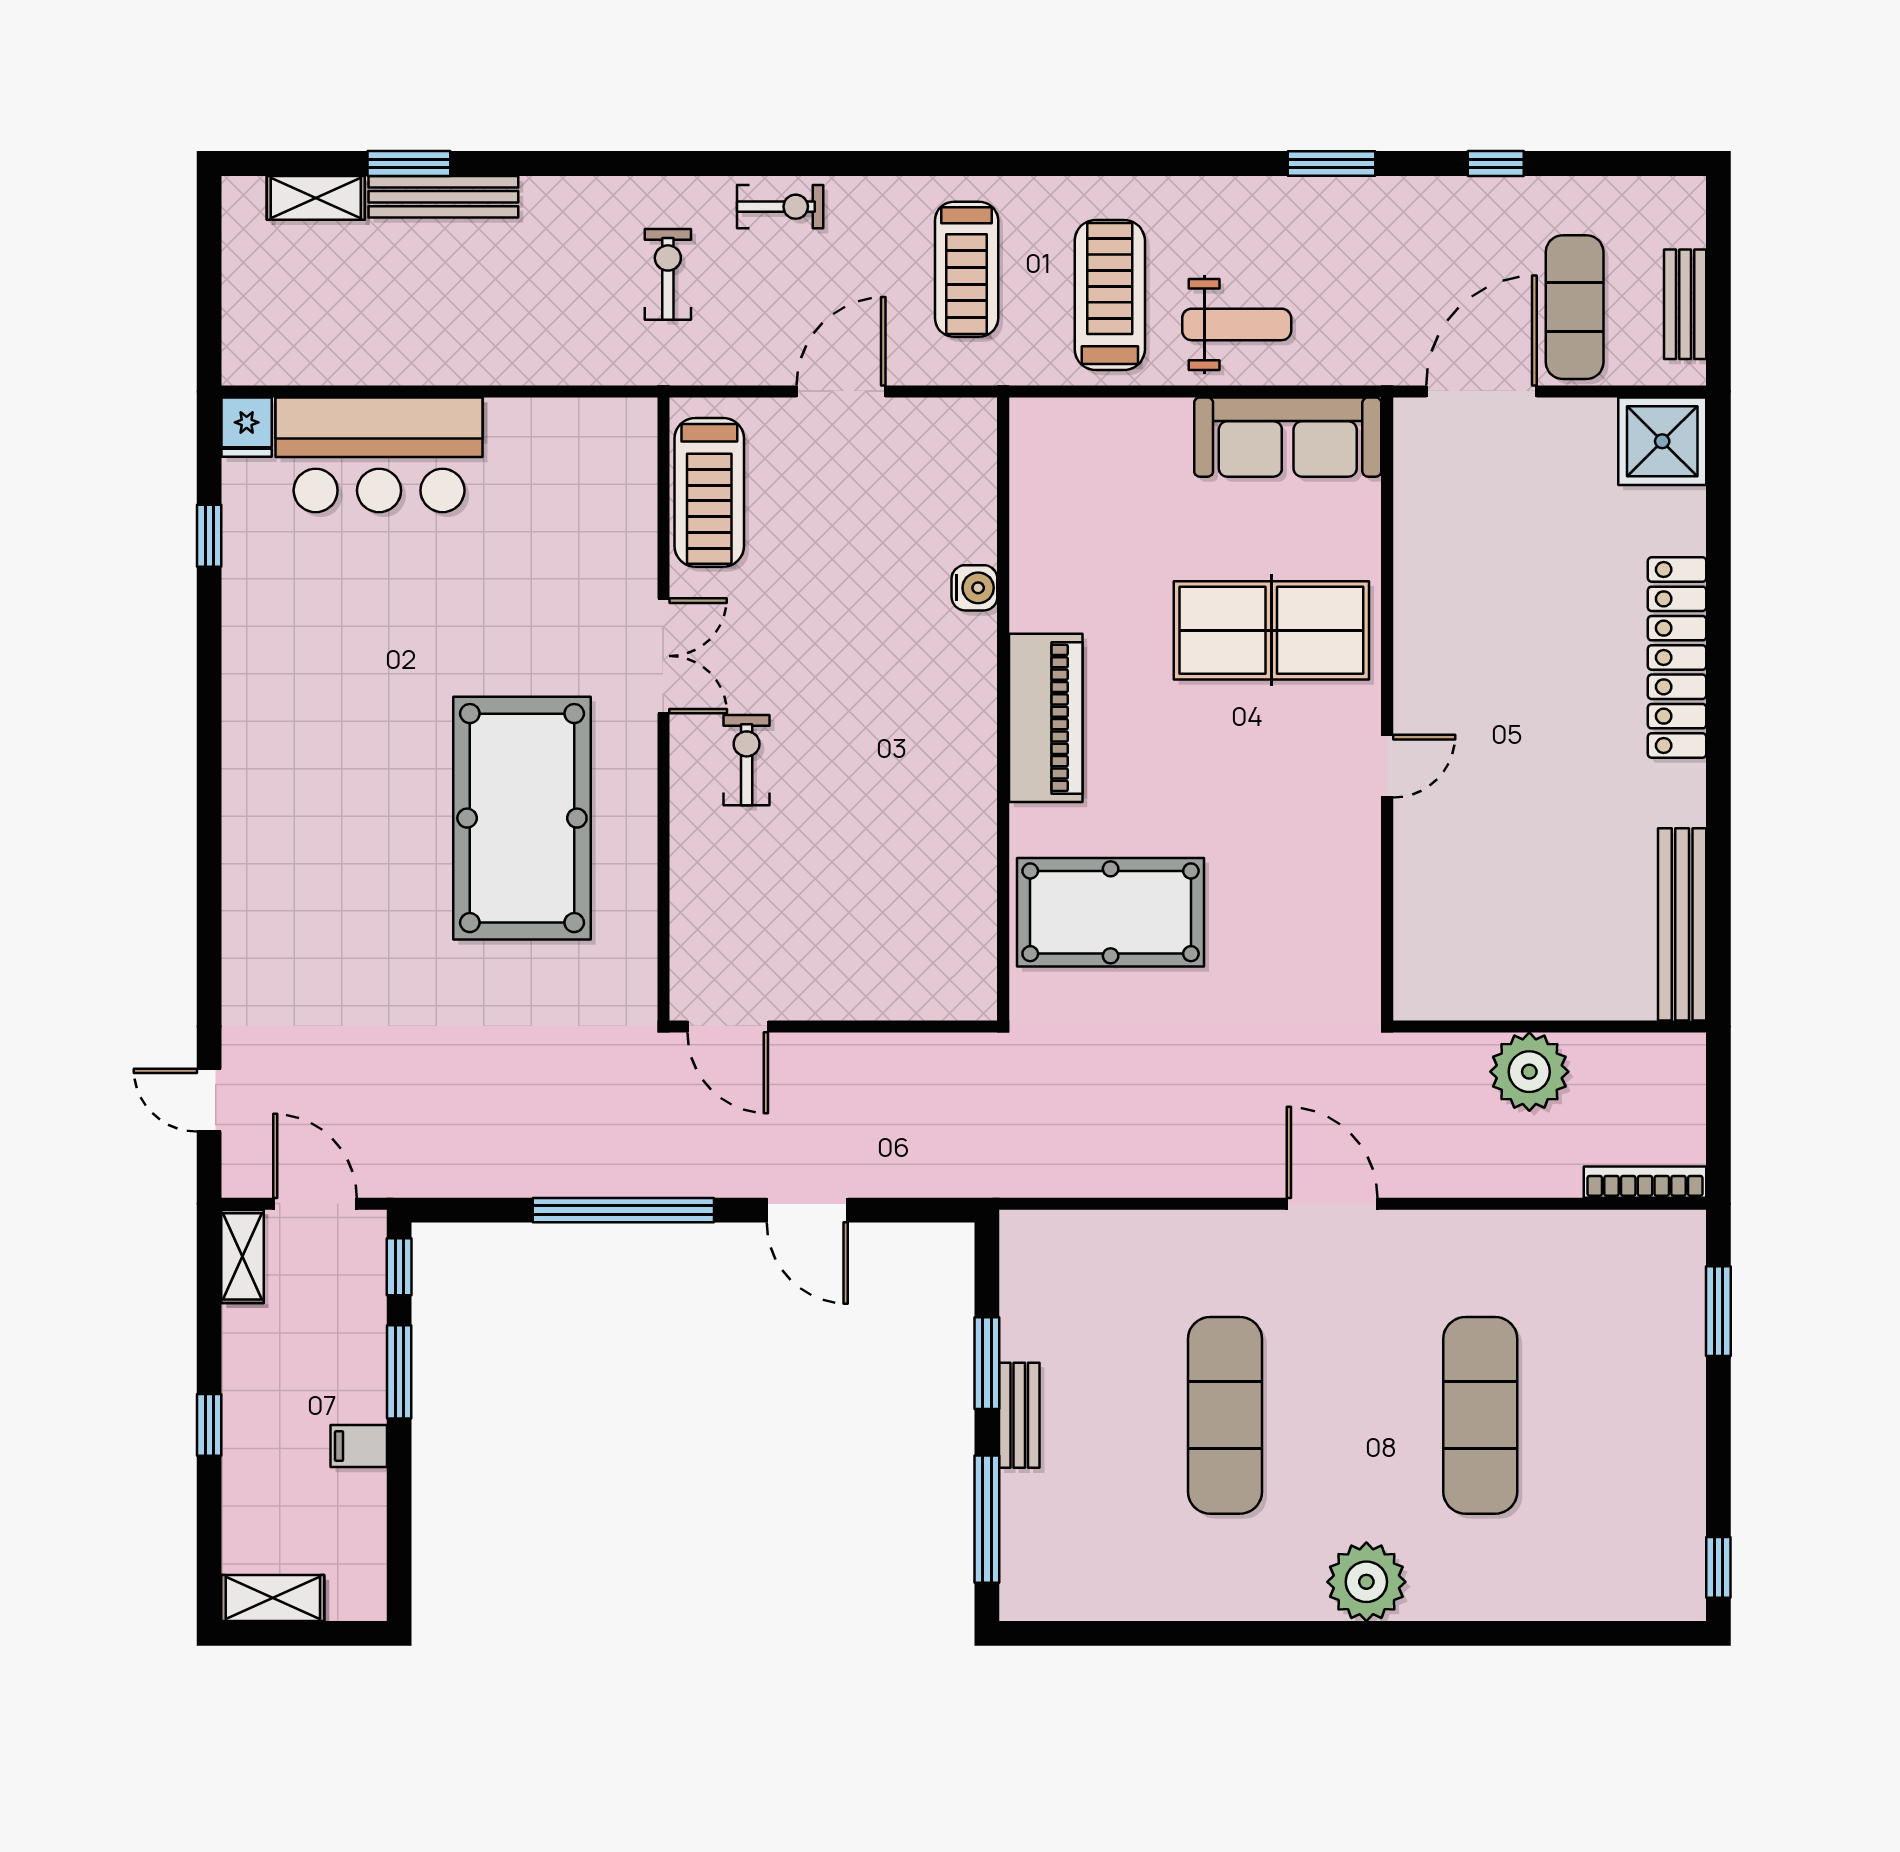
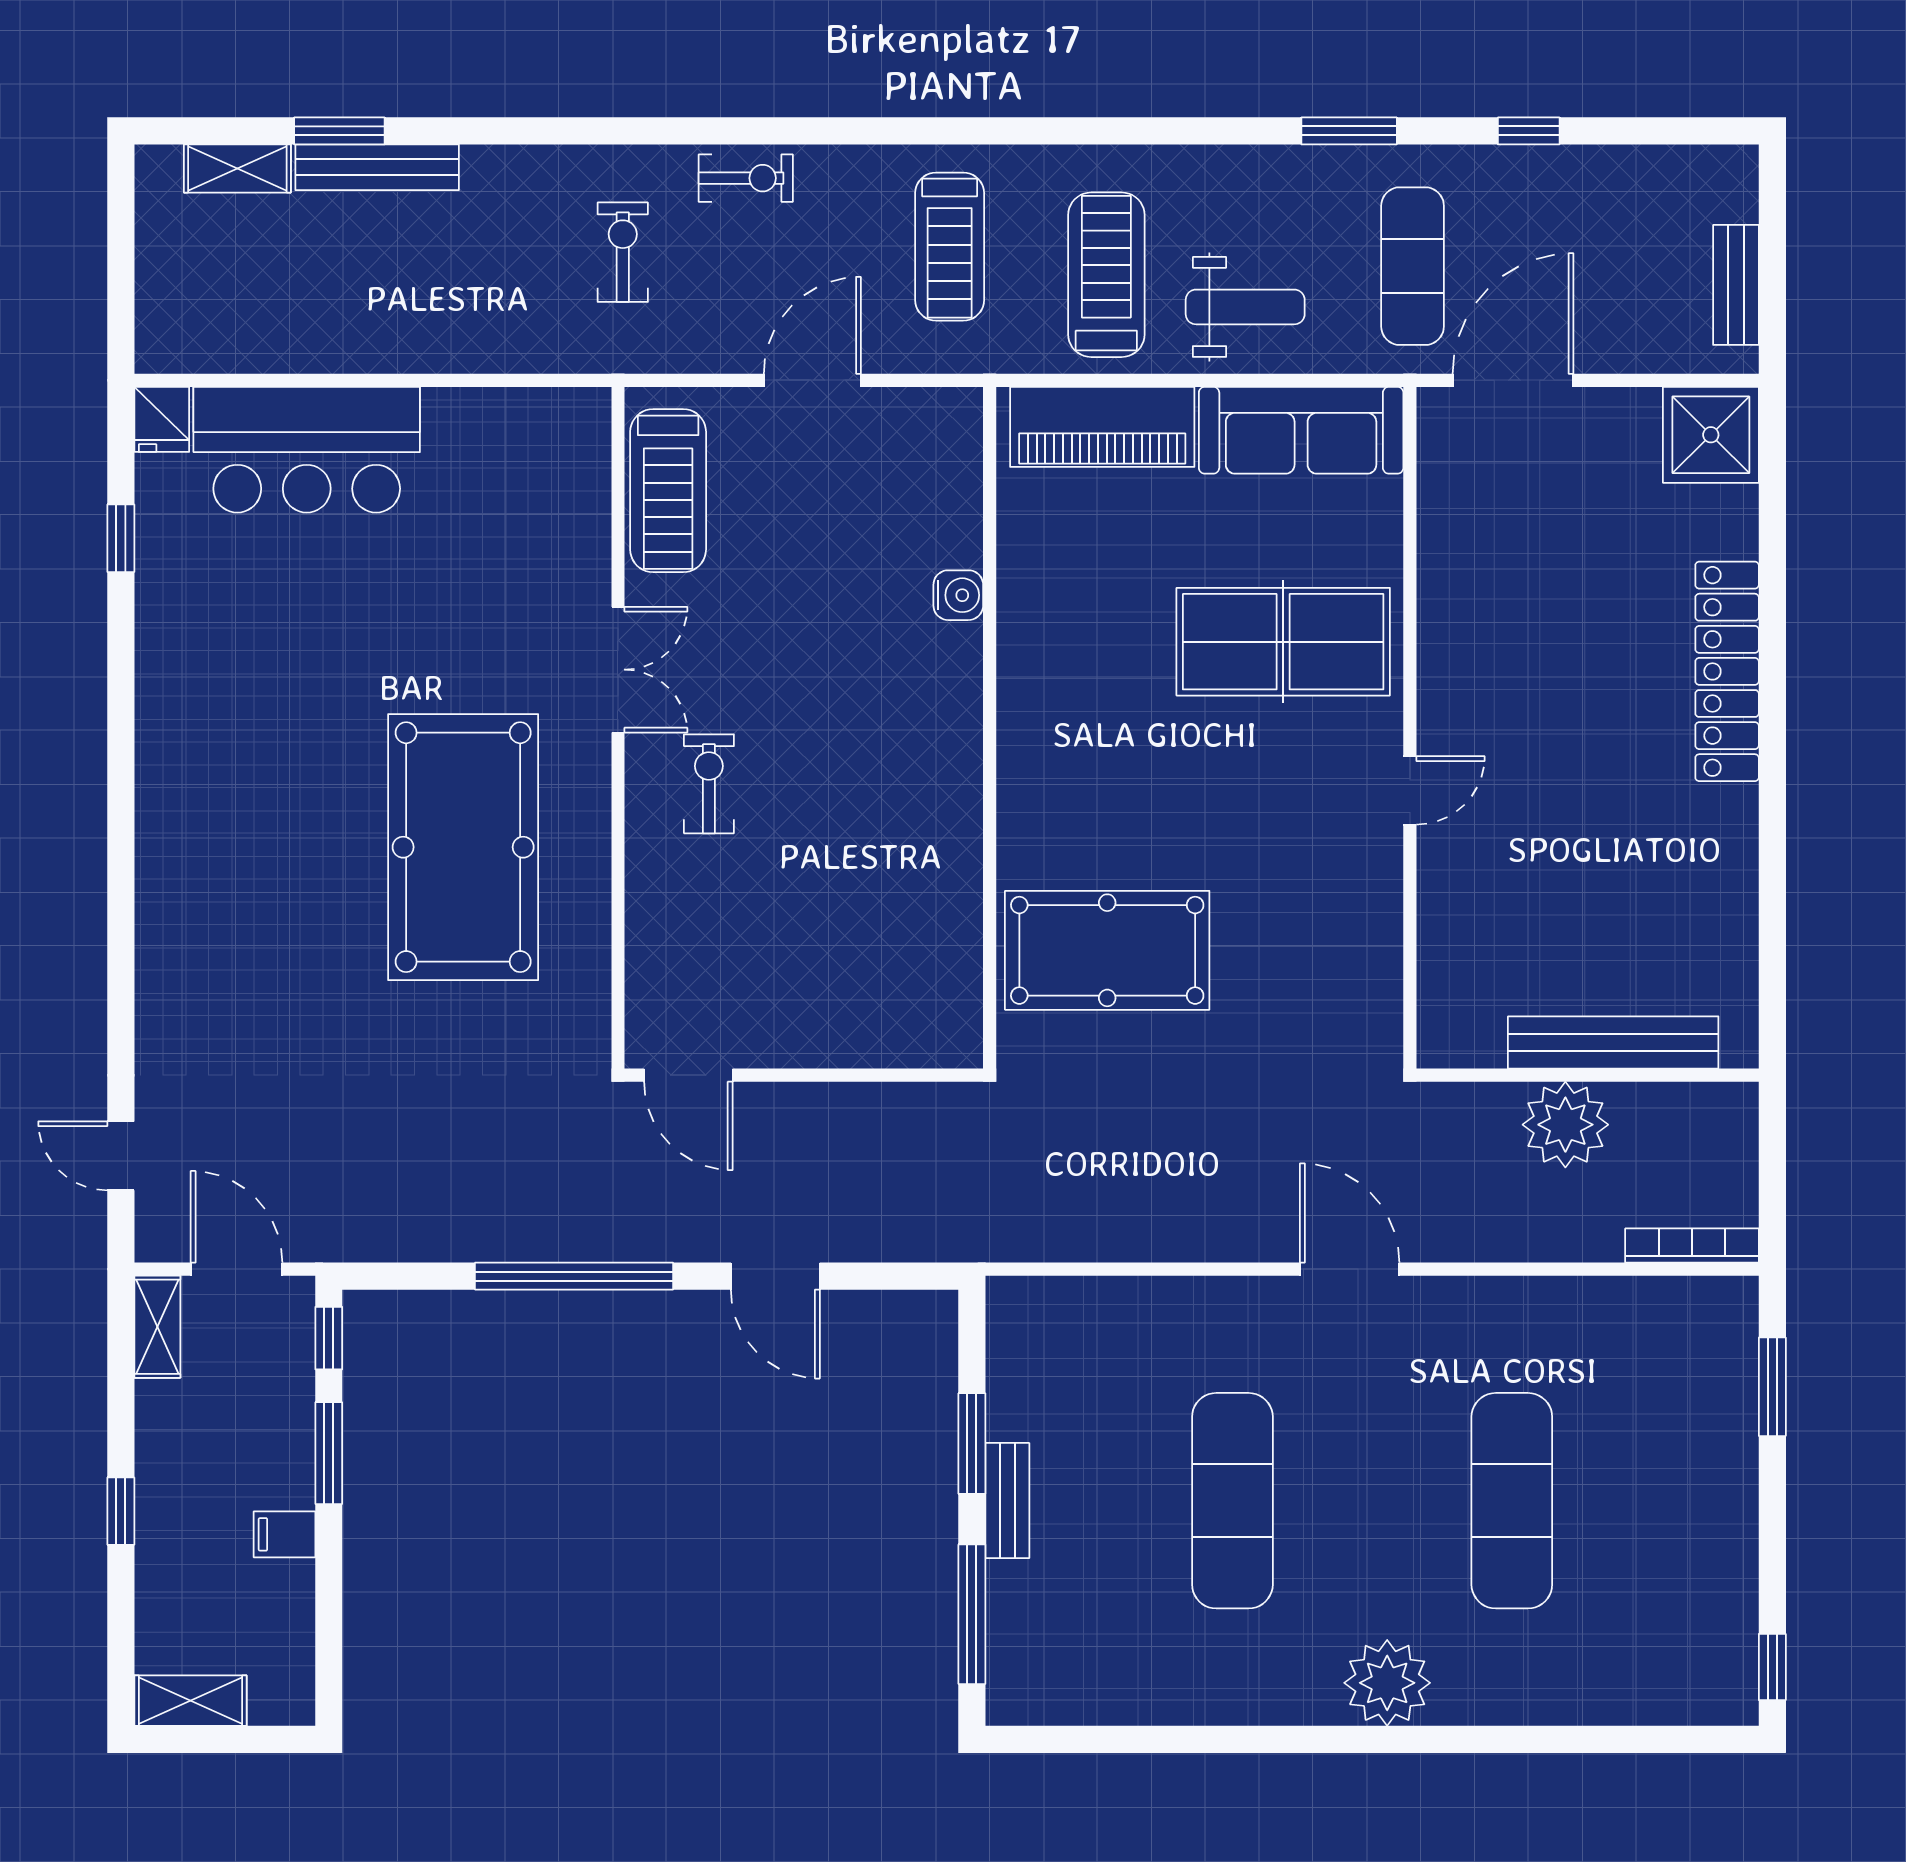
exercise mat: (1575, 307) -> (1413, 266), moved
piano: (1046, 718) -> (1102, 427), moved, turned 90
bench: (1682, 924) -> (1613, 1043), moved, turned 90

